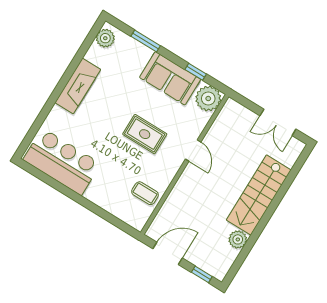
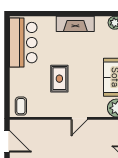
rug: (145, 134) -> (59, 79), moved
coffee table: (145, 193) -> (21, 106), moved

